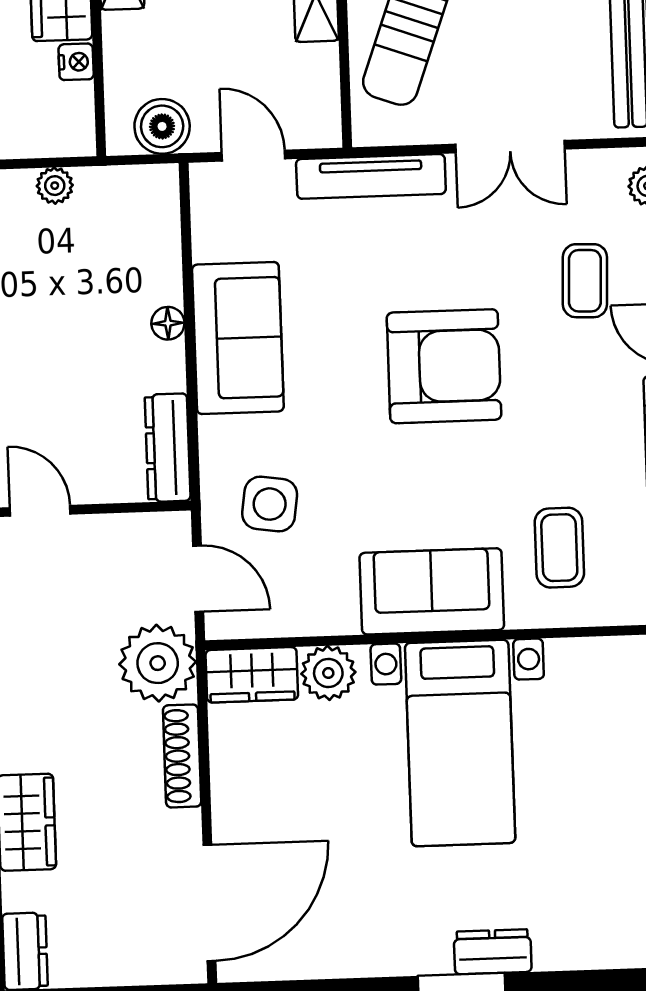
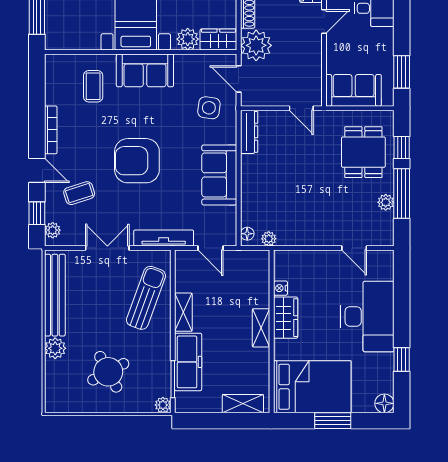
boiler: (162, 126) -> (247, 261), removed
plant: (55, 186) -> (269, 239), moved
coffee table: (585, 281) -> (79, 193), turned 70
floor lamp: (168, 323) -> (247, 234), moved

